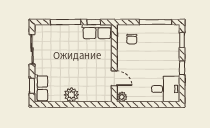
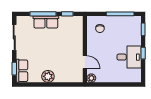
row of seats: (97, 32) -> (46, 22), moved
desk: (166, 89) -> (129, 57), moved

